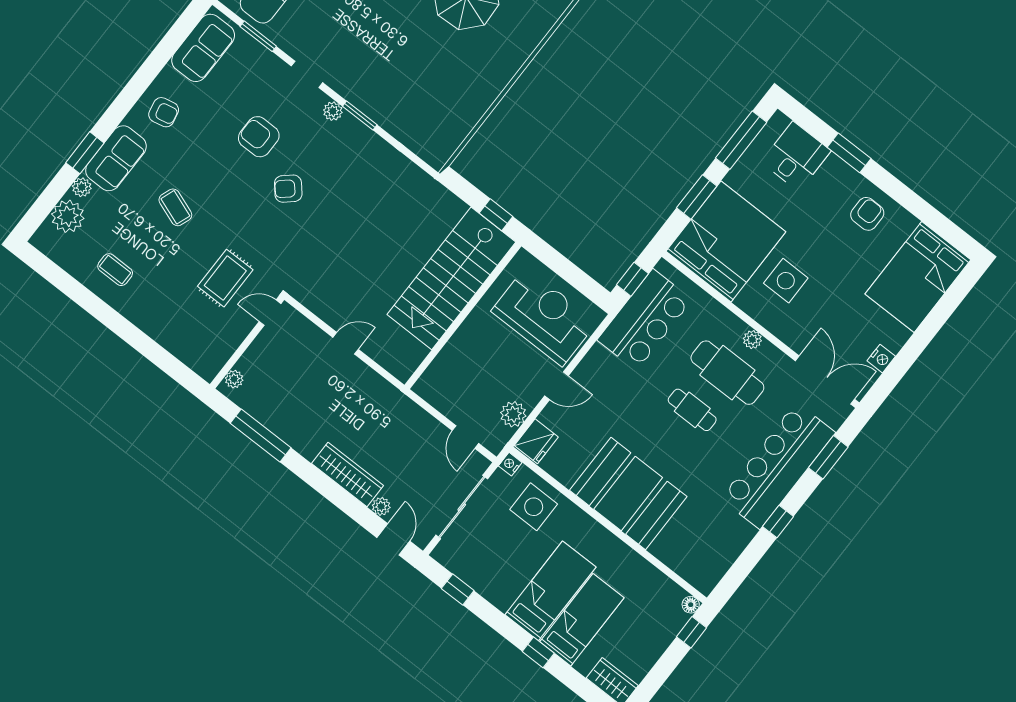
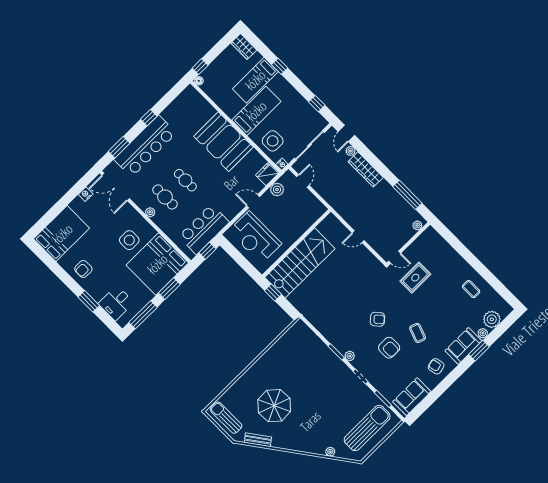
coffee table: (175, 207) -> (418, 333), moved
cafe table: (727, 373) -> (165, 197), width x0.73, depth x0.74
bed: (550, 591) -> (256, 111), moved, turned 180

